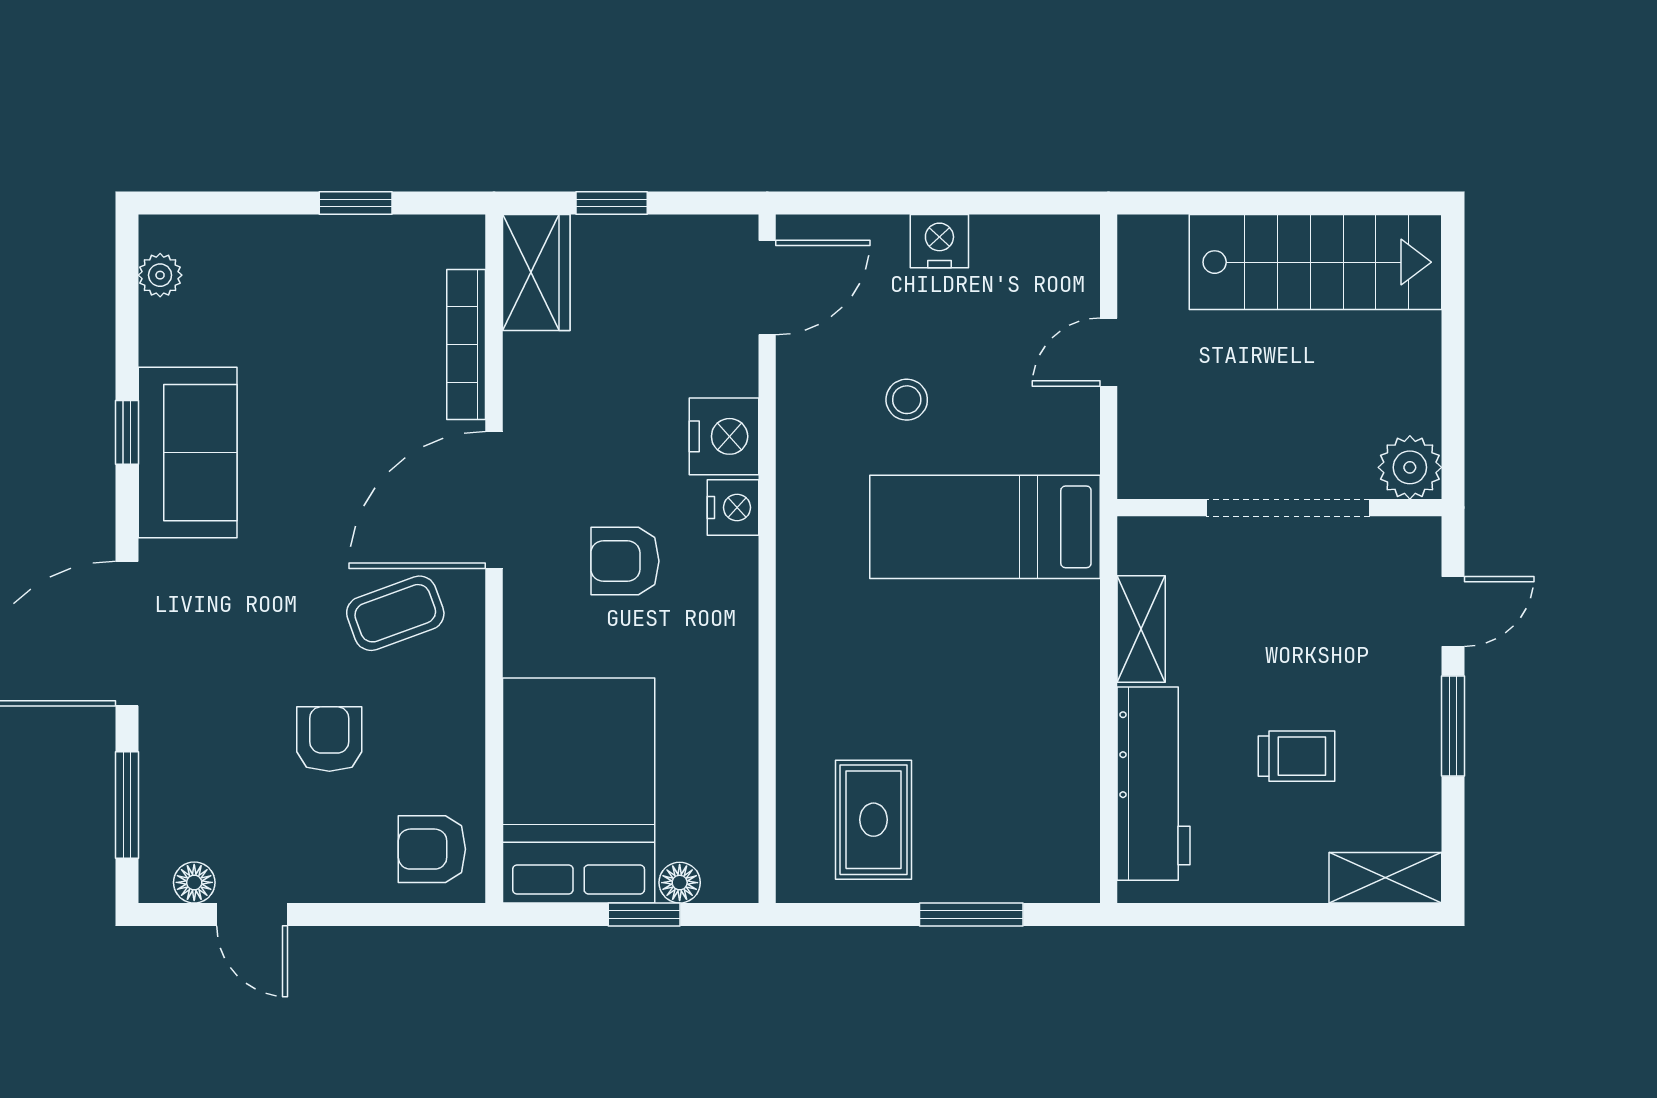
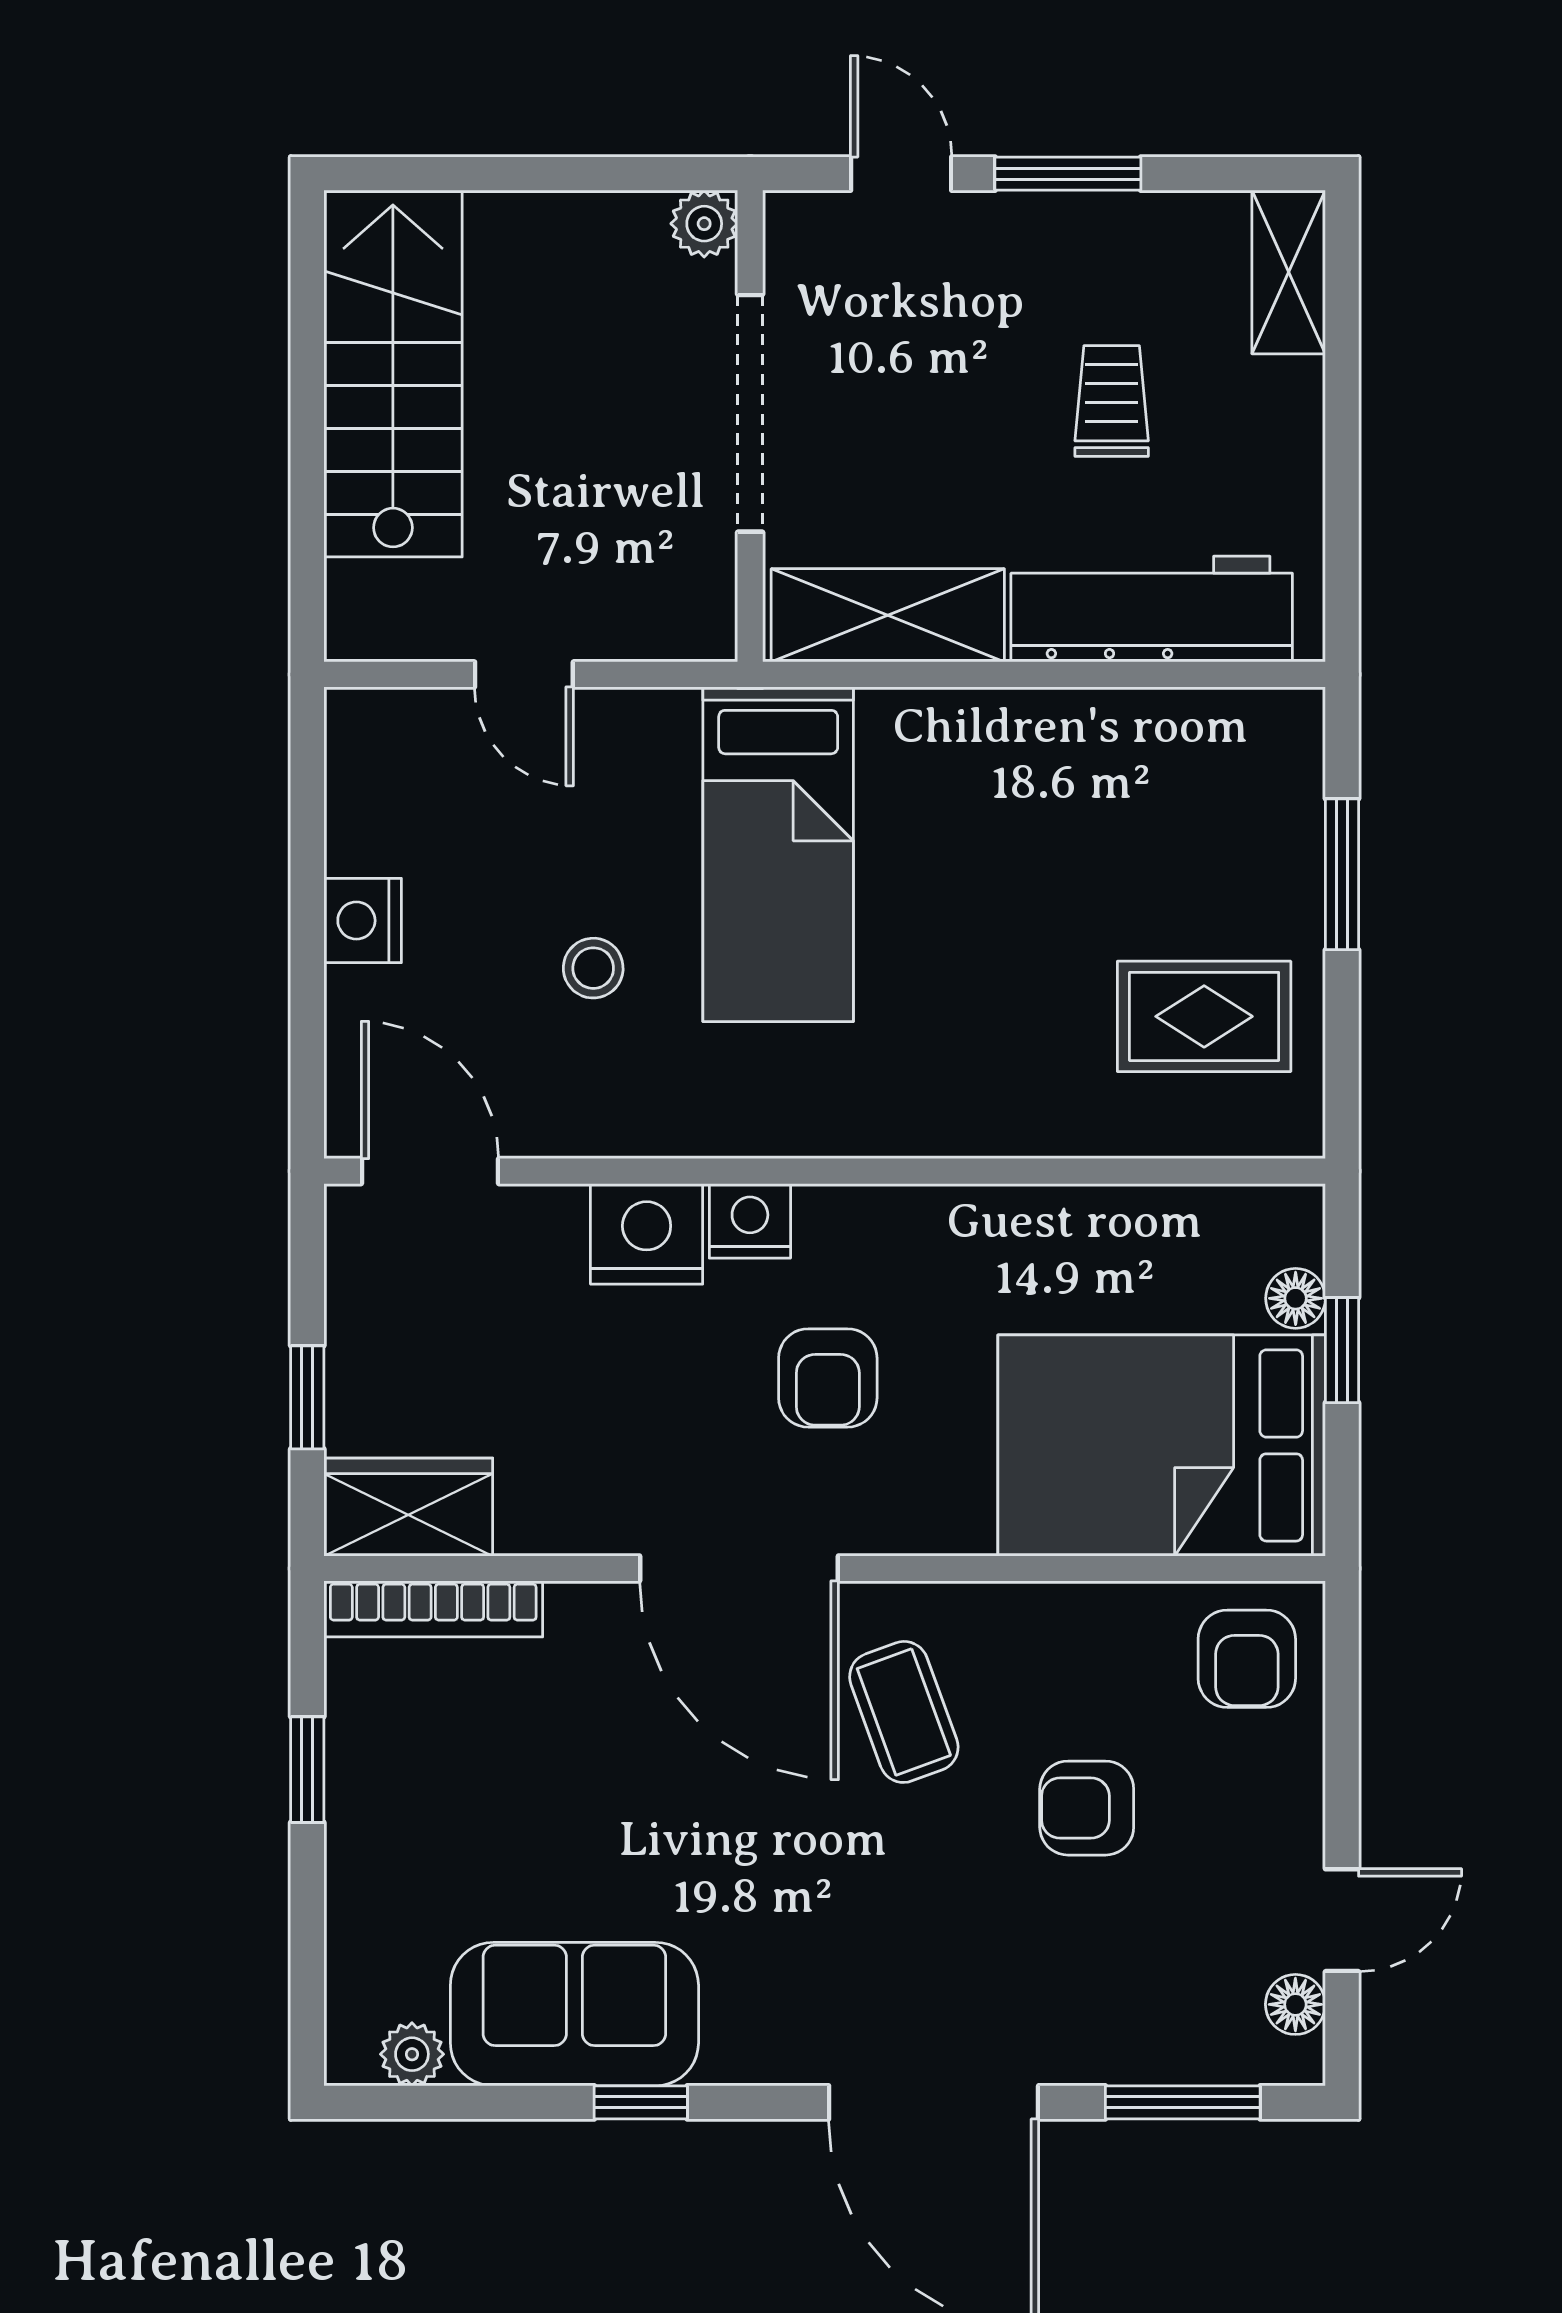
bookcase: (466, 345) -> (433, 1609), moved
sofa: (188, 453) -> (574, 2014), moved
plant: (1410, 467) -> (704, 224), width x0.73, depth x0.73
shelving: (1141, 629) -> (888, 615), width x1.50, depth x1.33

